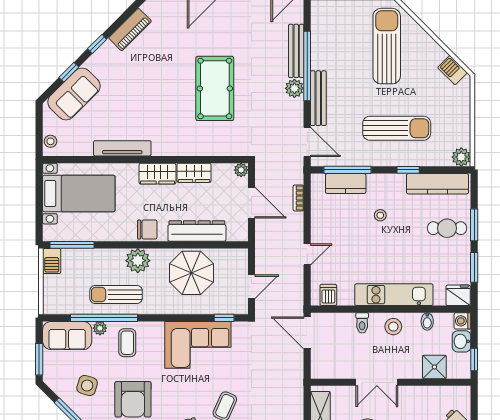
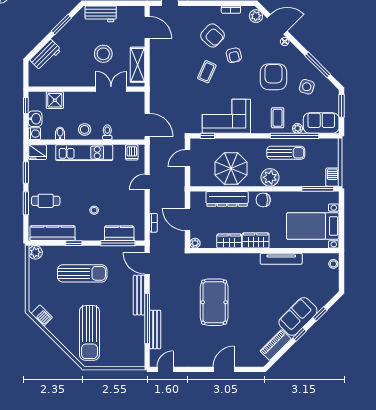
plant: (294, 88) -> (156, 302), removed
sofa: (74, 94) -> (298, 317), moved
sun lounger: (397, 128) -> (82, 273), turned 180
double door: (377, 382) -> (111, 89), moved

